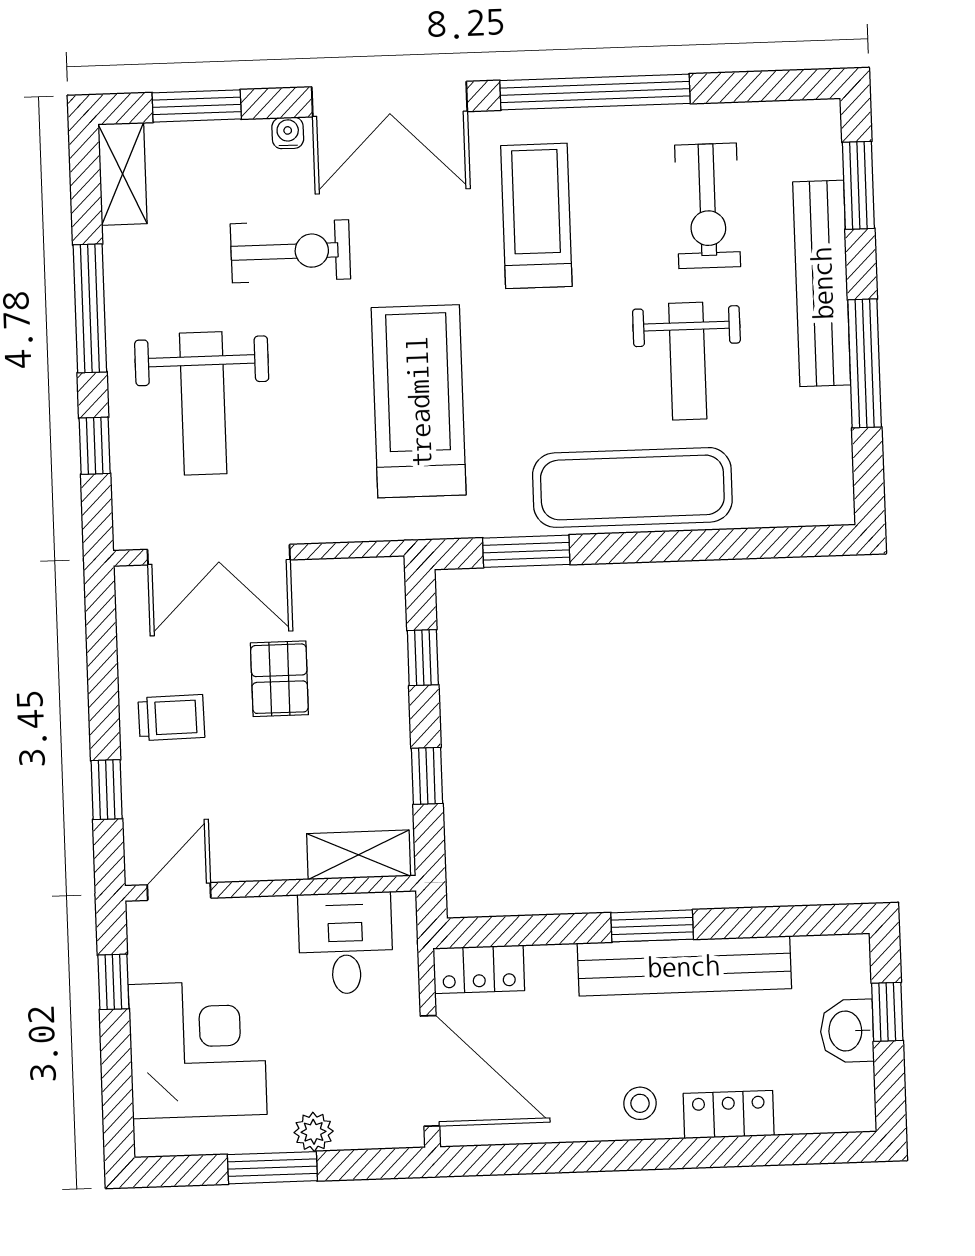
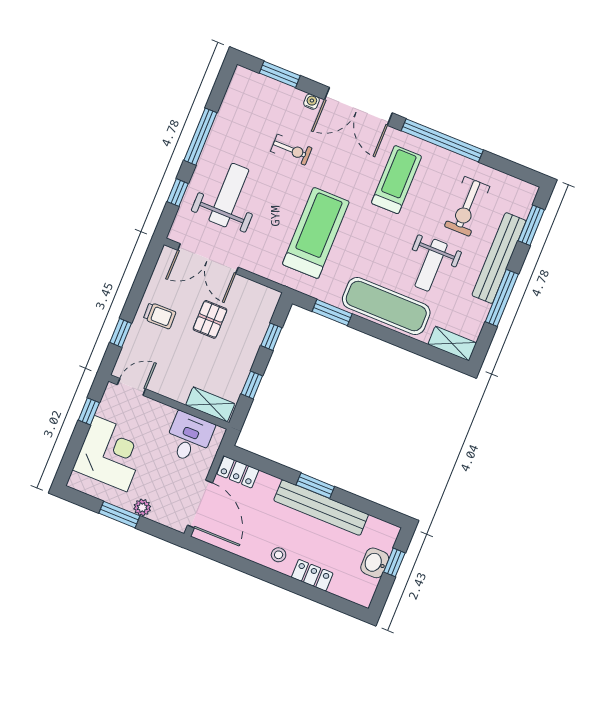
shelving: (123, 174) -> (452, 344), moved, turned 90
exercise bike: (290, 251) -> (291, 150), width x0.73, depth x0.72
weight bench: (203, 403) -> (229, 195), turned 180

